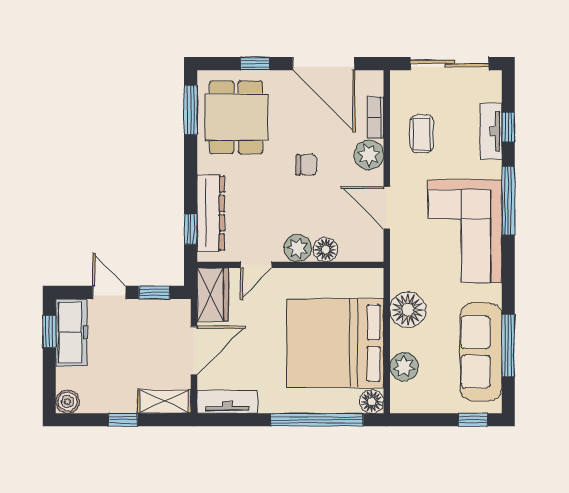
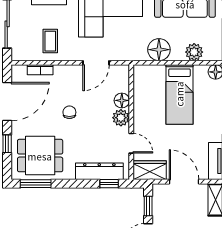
coffee table: (422, 134) -> (50, 41), turned 90
plant: (369, 155) -> (63, 74), removed
bed: (335, 343) -> (179, 94), width x0.49

